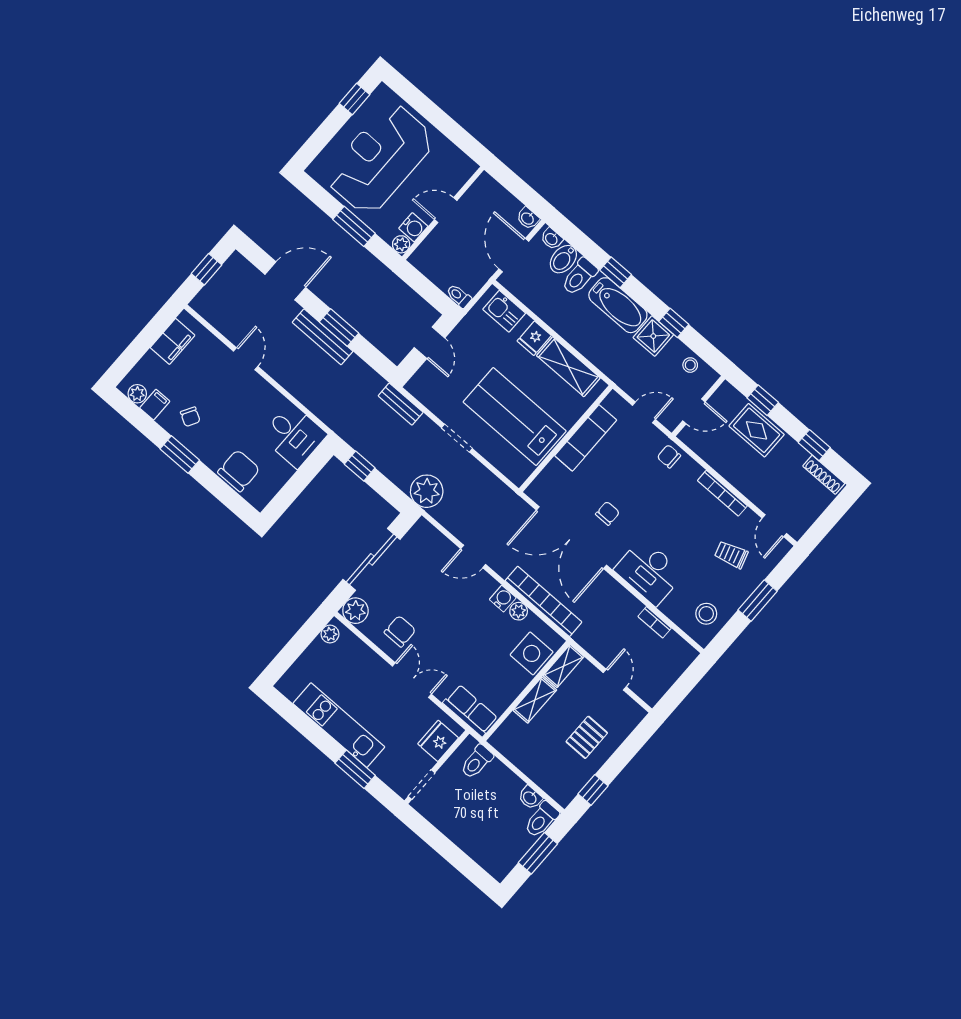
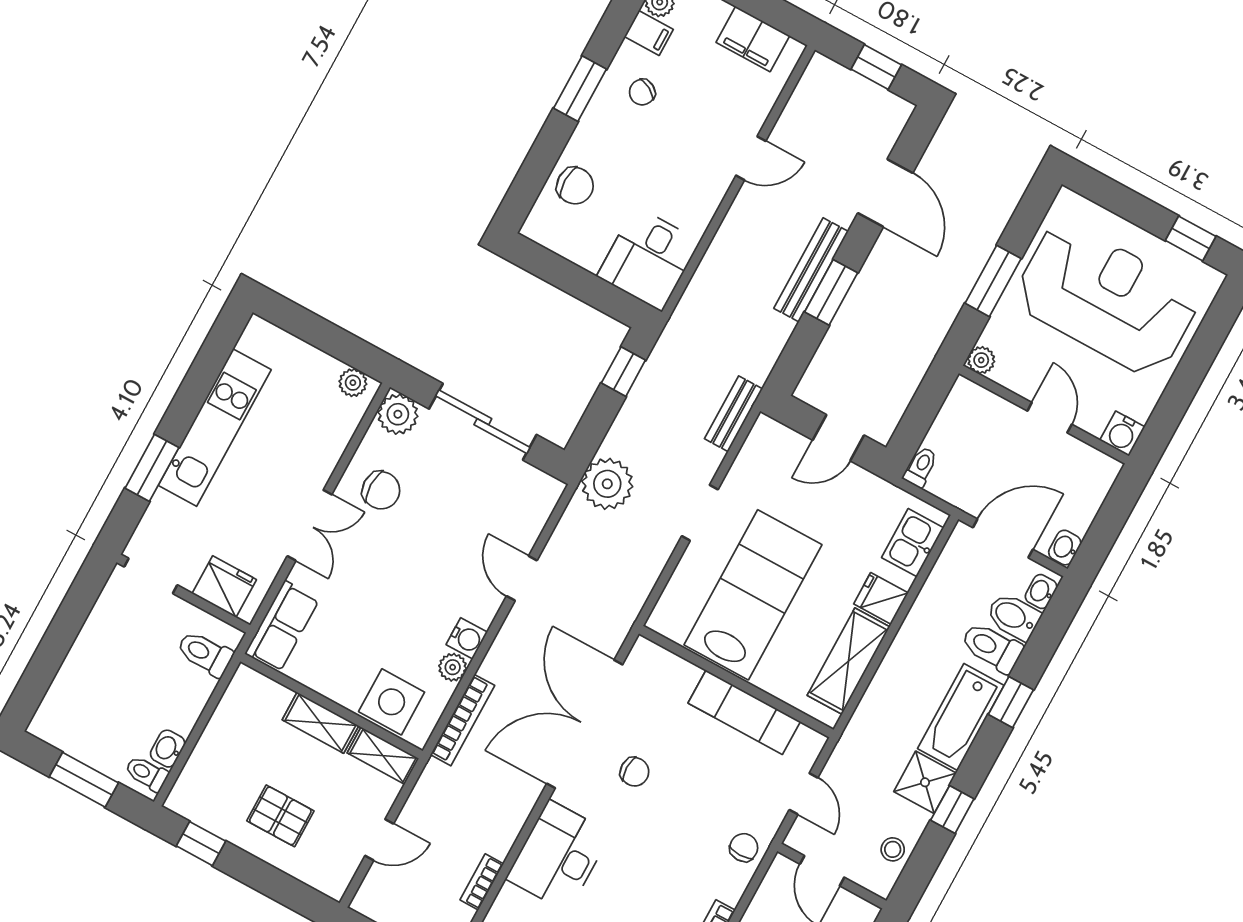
water cooler: (413, 227) -> (1122, 434), moved
chair: (239, 471) -> (575, 186), width x0.73, depth x0.73
bookcase: (544, 601) -> (463, 720), width x0.68, depth x0.76
toilet: (542, 820) -> (147, 773), width x0.73, depth x0.72

